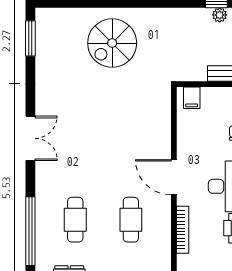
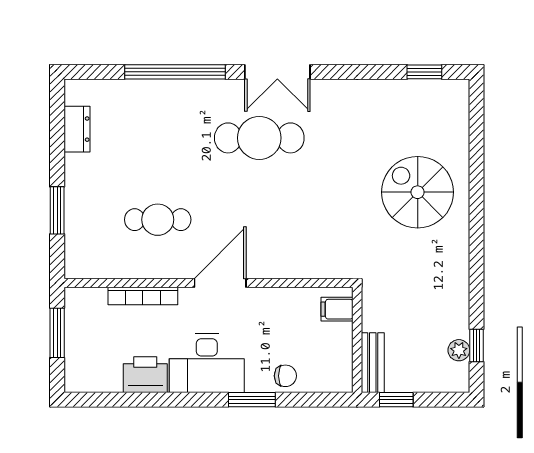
window: (30, 38) -> (424, 72), width x0.67
cafe table: (75, 220) -> (259, 138), moved, width x1.37, depth x1.35
window: (30, 231) -> (175, 72), moved

